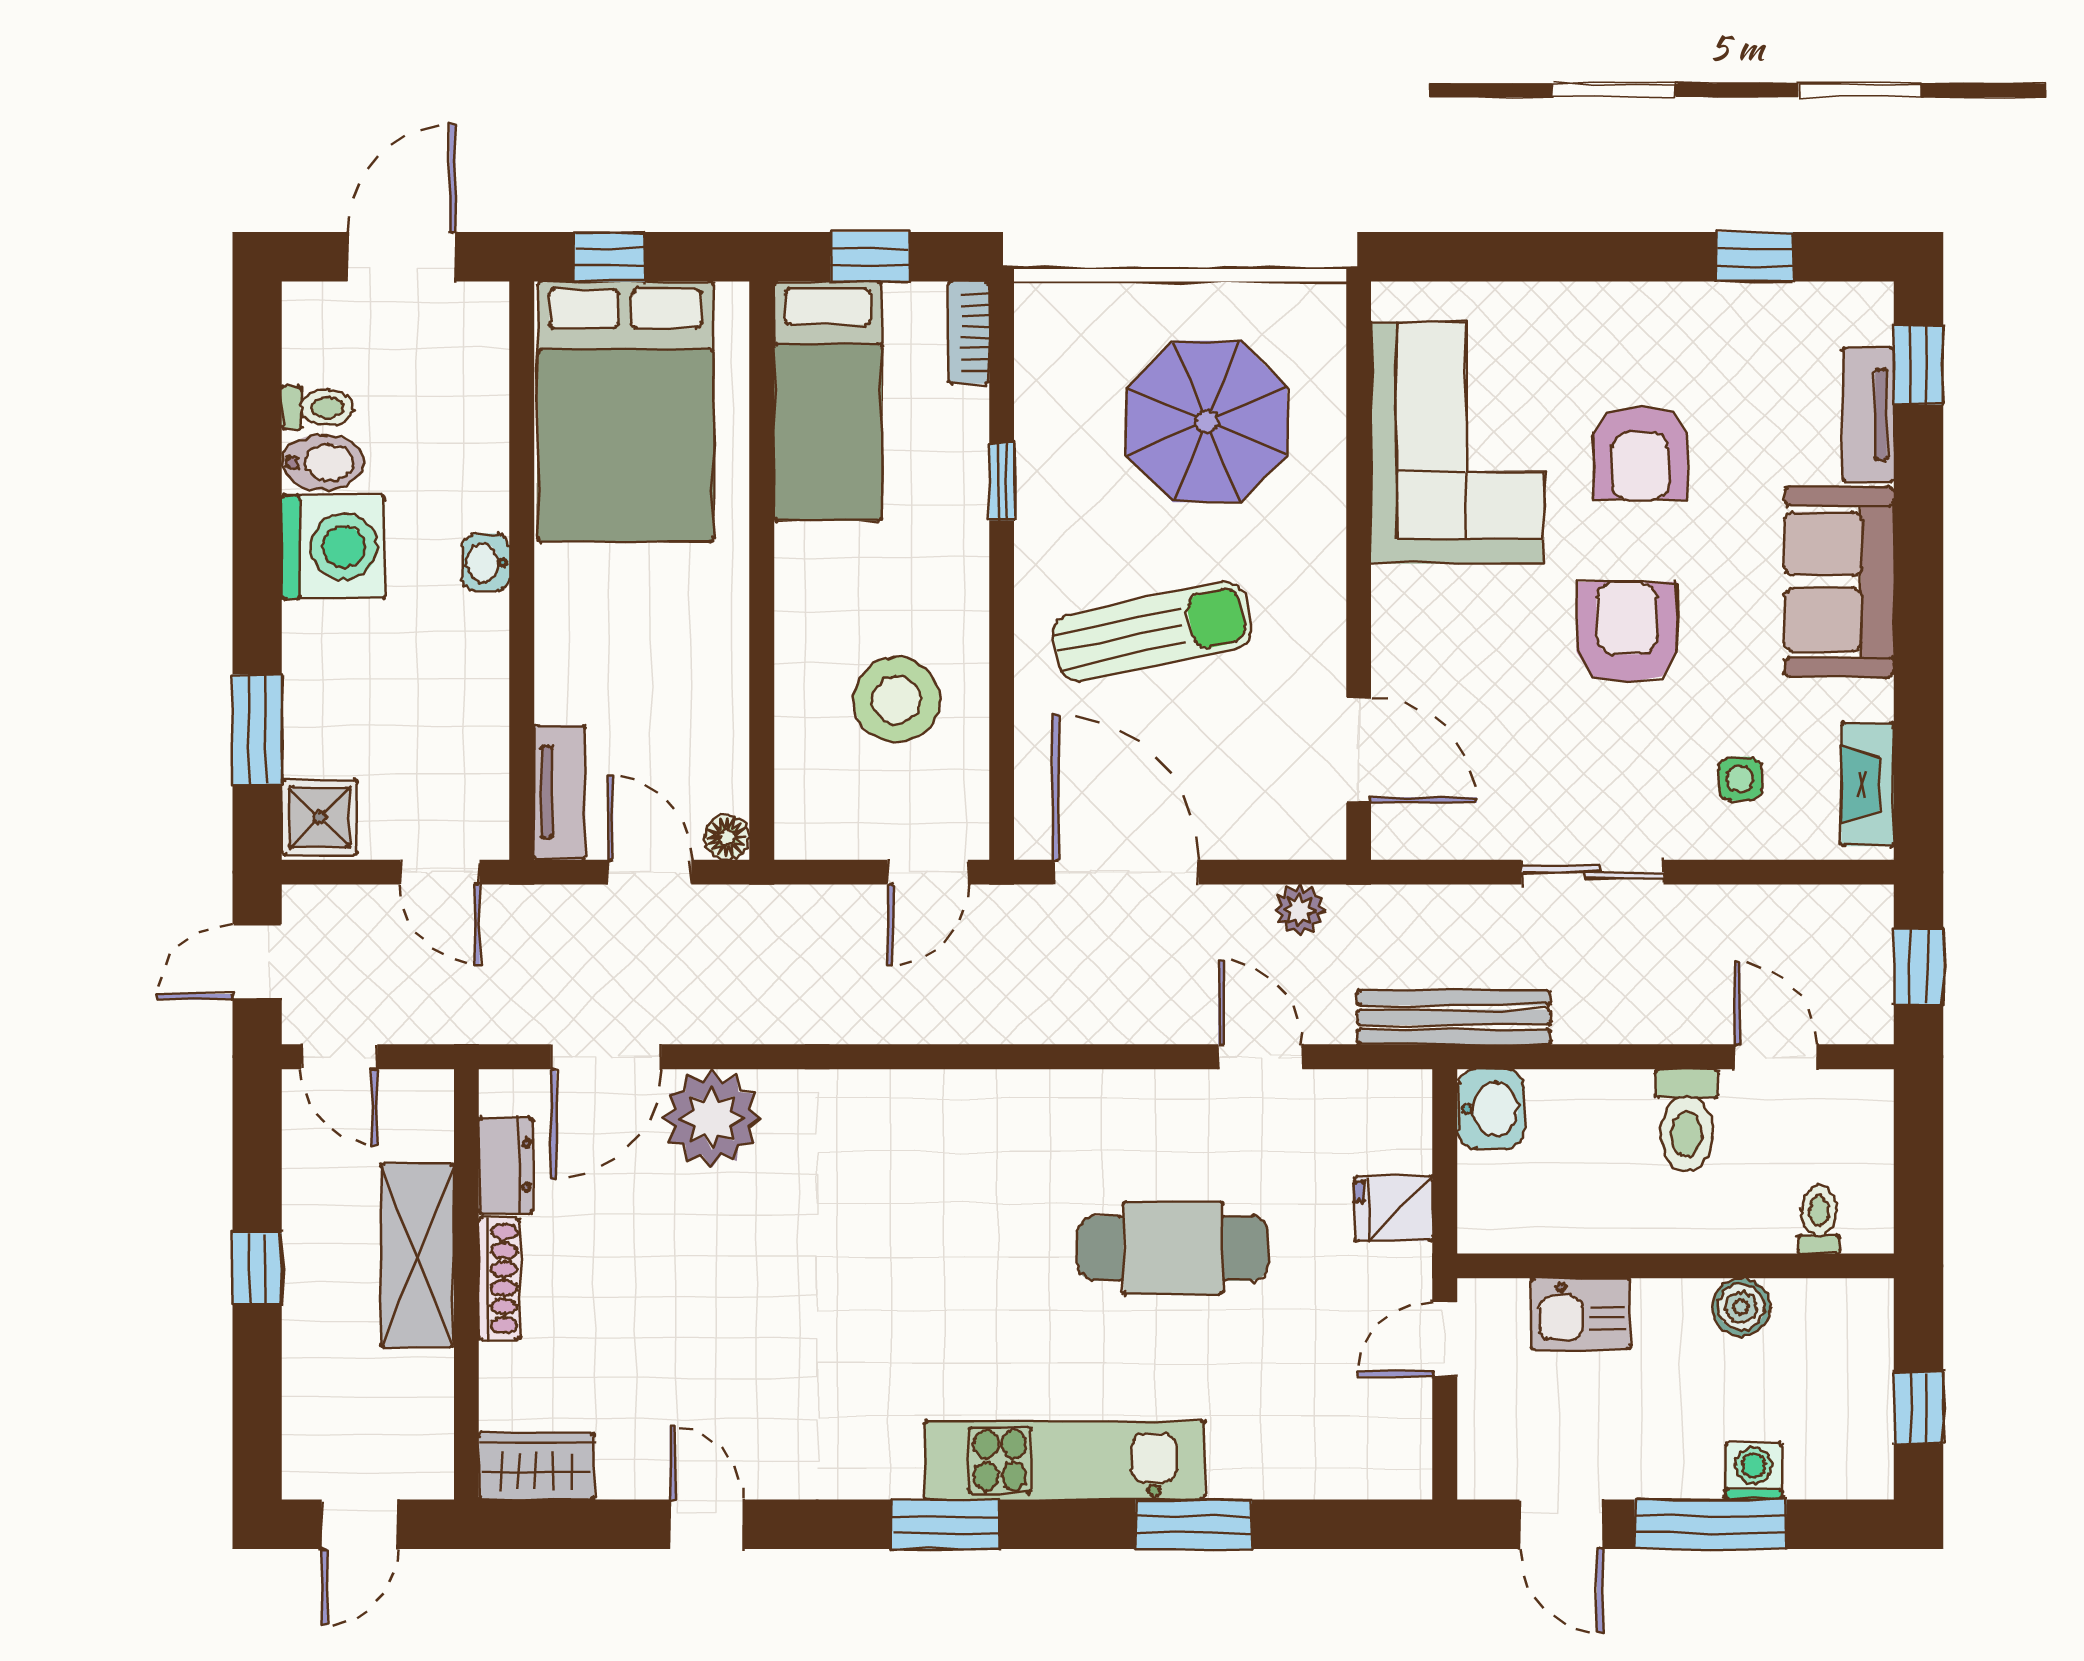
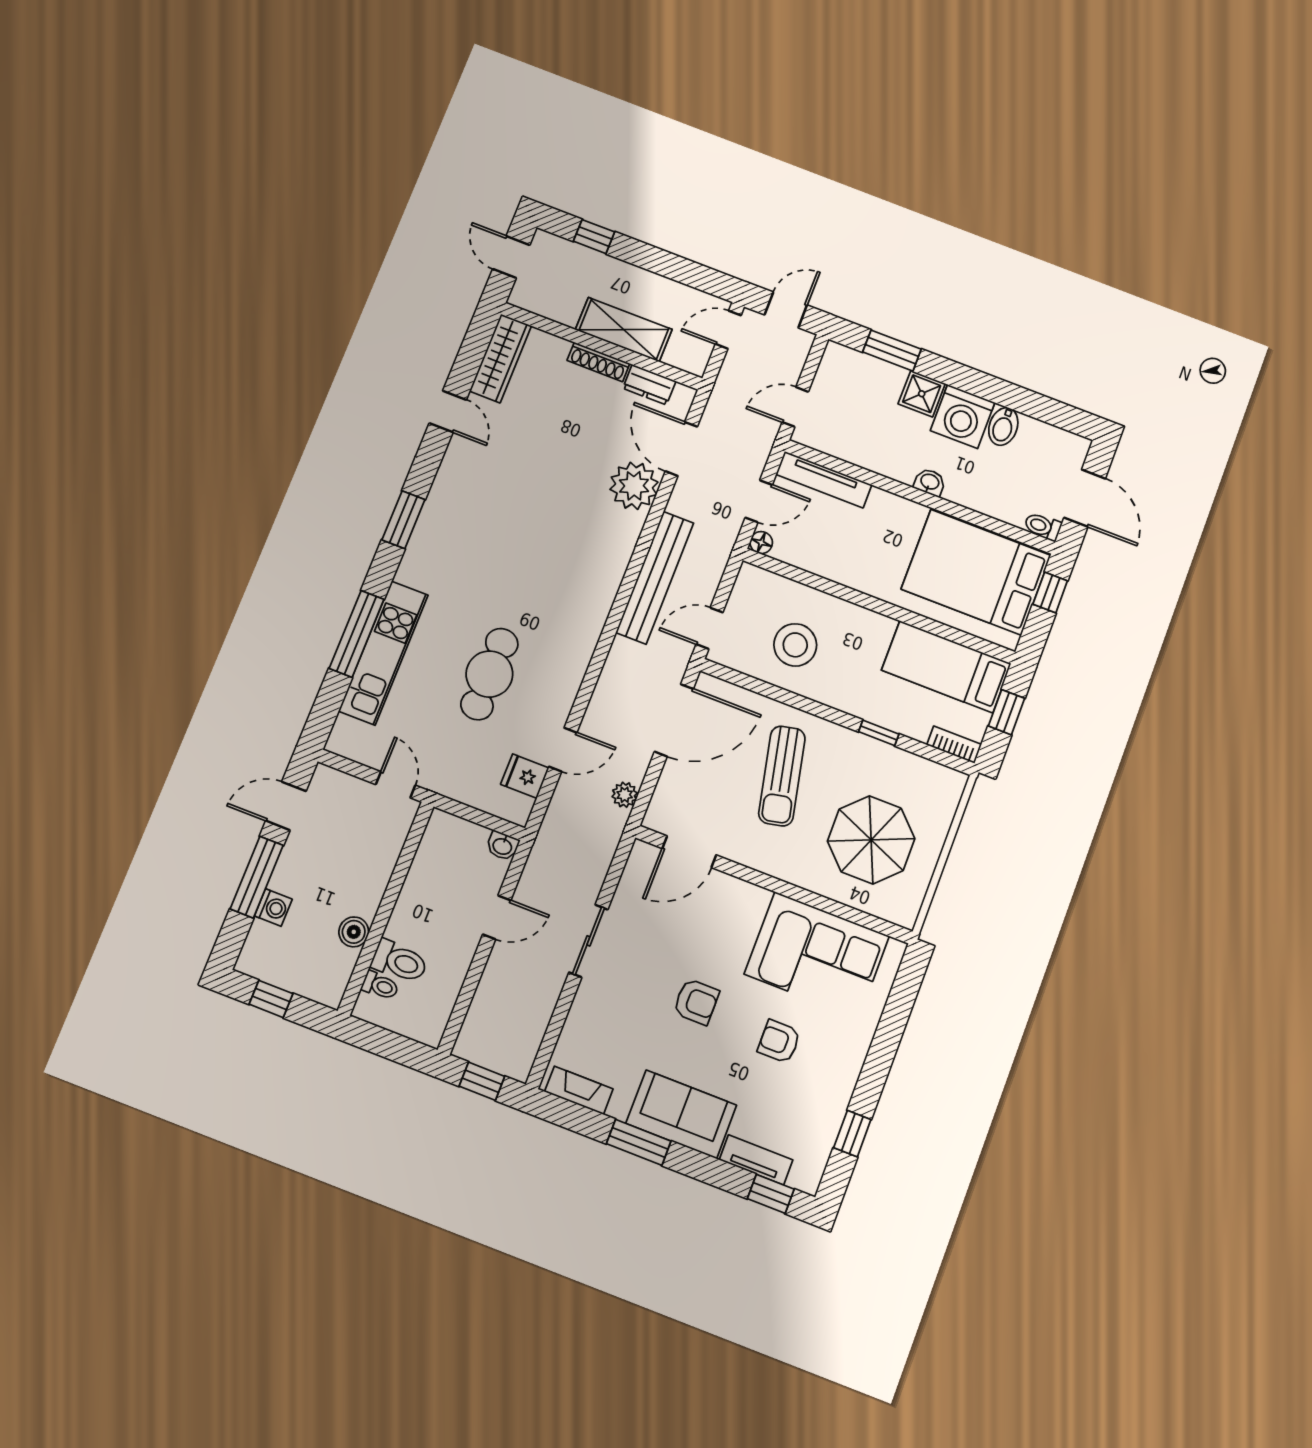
toilet: (317, 408) -> (1043, 526), moved, turned 90
armchair: (1640, 453) -> (779, 1041), width x0.72, depth x0.72
armchair: (1627, 632) -> (696, 1002), width x0.72, depth x0.72
window: (1919, 640) -> (639, 1142), added
side table: (1740, 779) -> (605, 1029), removed
tv unit: (560, 793) -> (824, 480), width x1.41
shower: (320, 817) -> (922, 394), moved
door: (928, 872) -> (710, 628), hinge flipped
door: (257, 962) -> (786, 310), hinge flipped
bench: (1454, 1017) -> (655, 578), moved, width x1.37, depth x1.21
door: (1776, 1057) -> (497, 917), moved
washbasin: (1491, 1109) -> (503, 846), width x0.72, depth x0.69
toilet: (1687, 1120) -> (399, 961), moved, turned 180
fridge: (1394, 1209) -> (525, 776), moved, turned -90
window: (257, 1269) -> (594, 237), moved
kitchen sink: (1581, 1314) -> (381, 854), removed
kitchen unit: (1064, 1460) -> (383, 653), moved
wardrobe: (536, 1466) -> (500, 358), width x1.50
door: (707, 1524) -> (448, 411), hinge flipped
window: (1194, 1524) -> (357, 634), width x1.44

